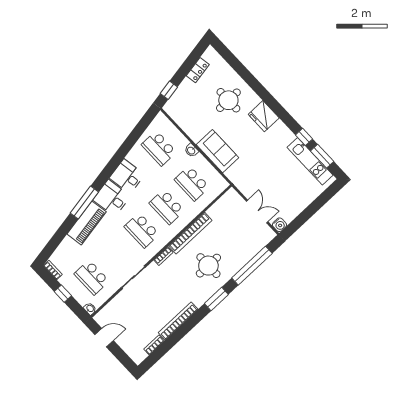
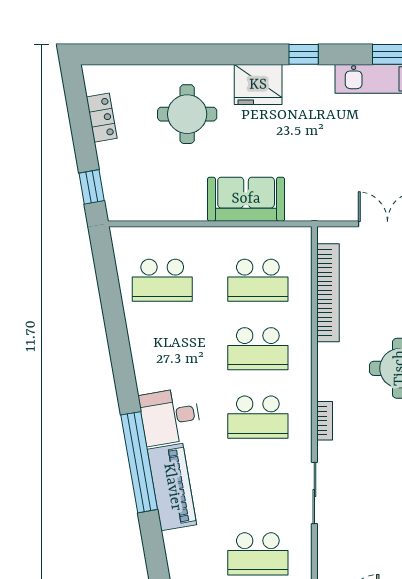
window: (304, 137) -> (304, 54), moved
washbasin: (191, 150) -> (209, 236), removed
desk: (127, 176) -> (159, 365), removed
window: (84, 202) -> (139, 462), width x1.46
bookcase: (190, 233) -> (328, 293), moved

